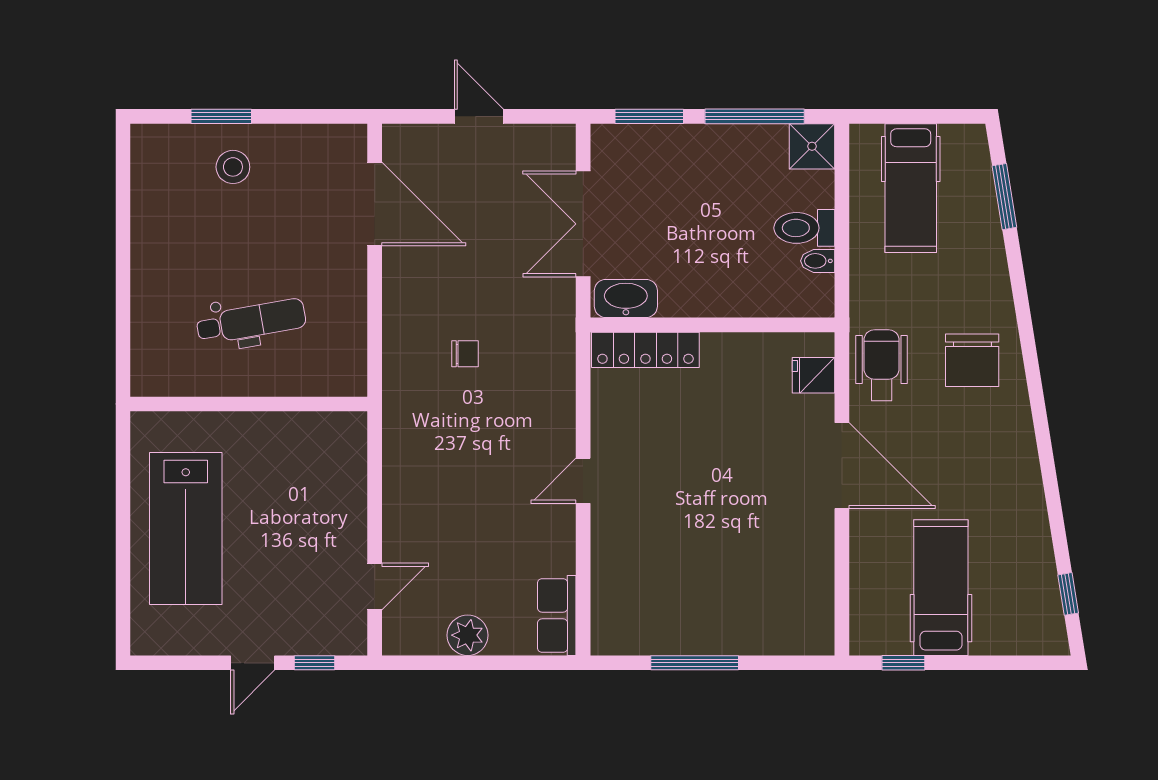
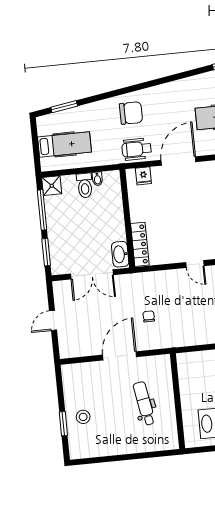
door: (375, 204) -> (120, 356), moved

